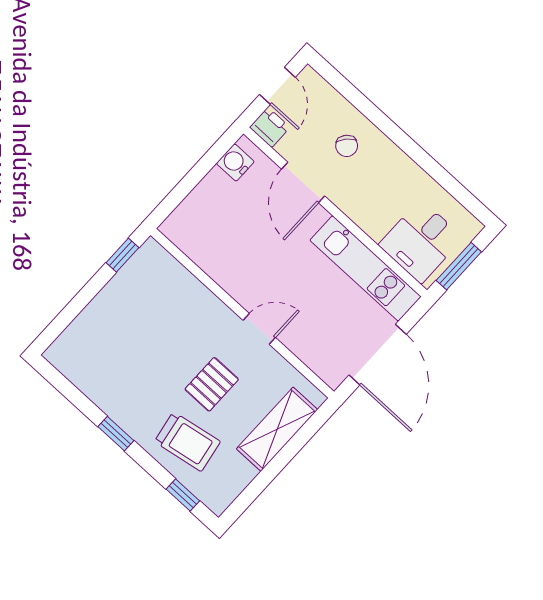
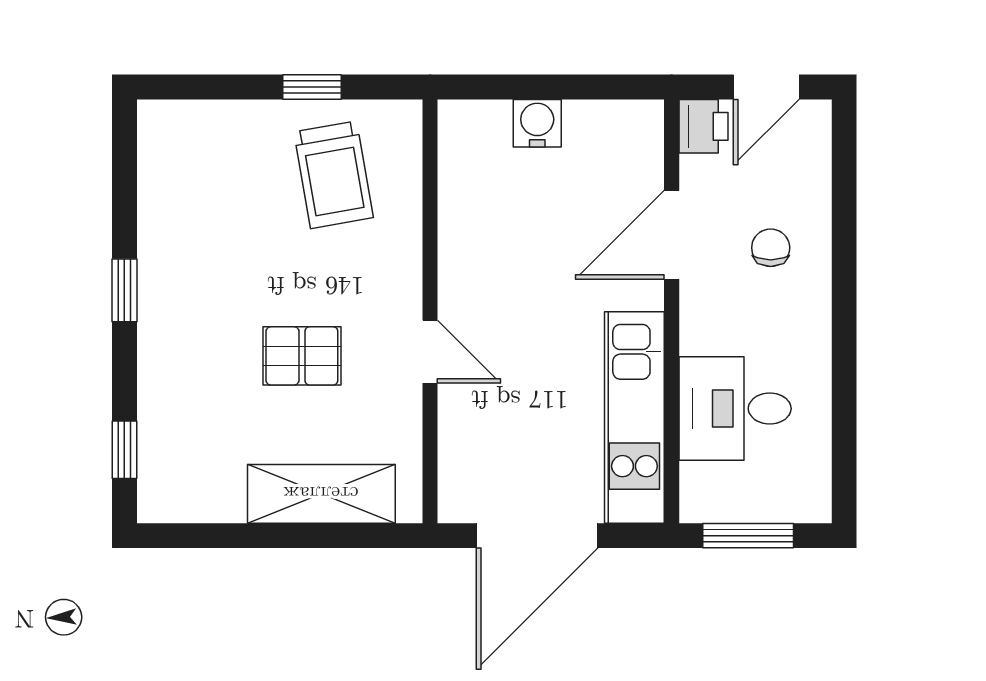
chair: (347, 146) -> (771, 248), turned 138
water cooler: (235, 162) -> (537, 123), moved
desk: (421, 241) -> (735, 409), moved
window: (122, 255) -> (312, 87), moved
trolley: (187, 442) -> (334, 175), moved

